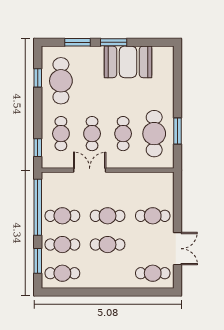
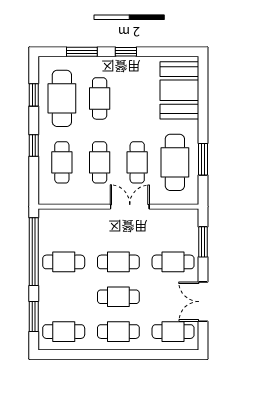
window: (114, 42) -> (126, 52), width x0.67
booth: (128, 62) -> (179, 90), moved, turned 90
cafe table: (92, 81) -> (100, 98), added
window: (38, 148) -> (34, 146), moved
double door: (90, 170) -> (130, 207), moved
window: (177, 199) -> (203, 242), added
cafe table: (62, 245) -> (118, 332), moved
double door: (177, 249) -> (203, 302), swing flipped

